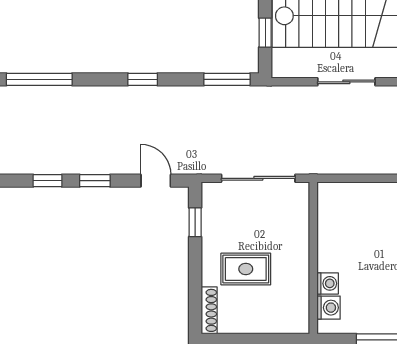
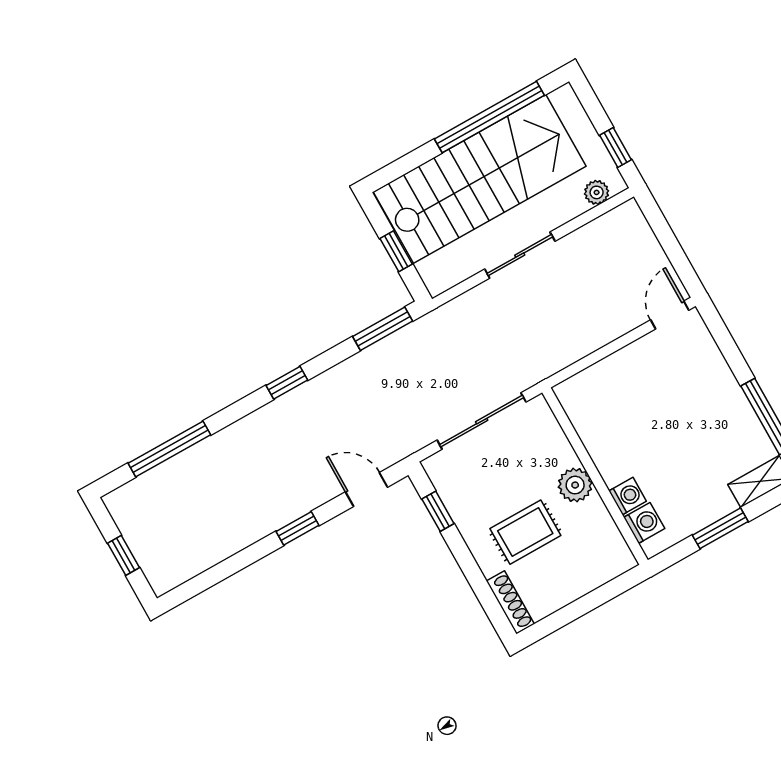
window: (47, 181) -> (244, 559), removed
plant: (297, 256) -> (575, 485), added

